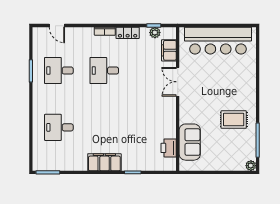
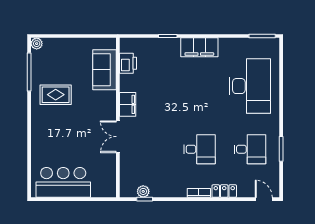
door: (57, 26) -> (264, 199), moved
locker: (128, 33) -> (224, 191), moved
bar counter: (218, 41) -> (63, 182), width x0.73
filing cabinet: (169, 50) -> (128, 104), moved
double door: (178, 82) -> (118, 137), swing flipped
desk: (59, 127) -> (250, 86), width x1.87, depth x1.30

